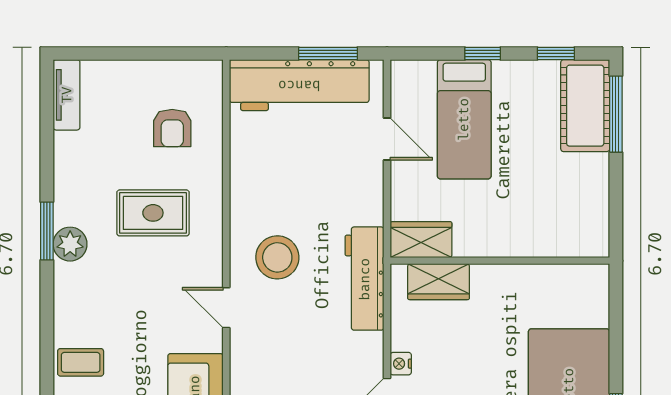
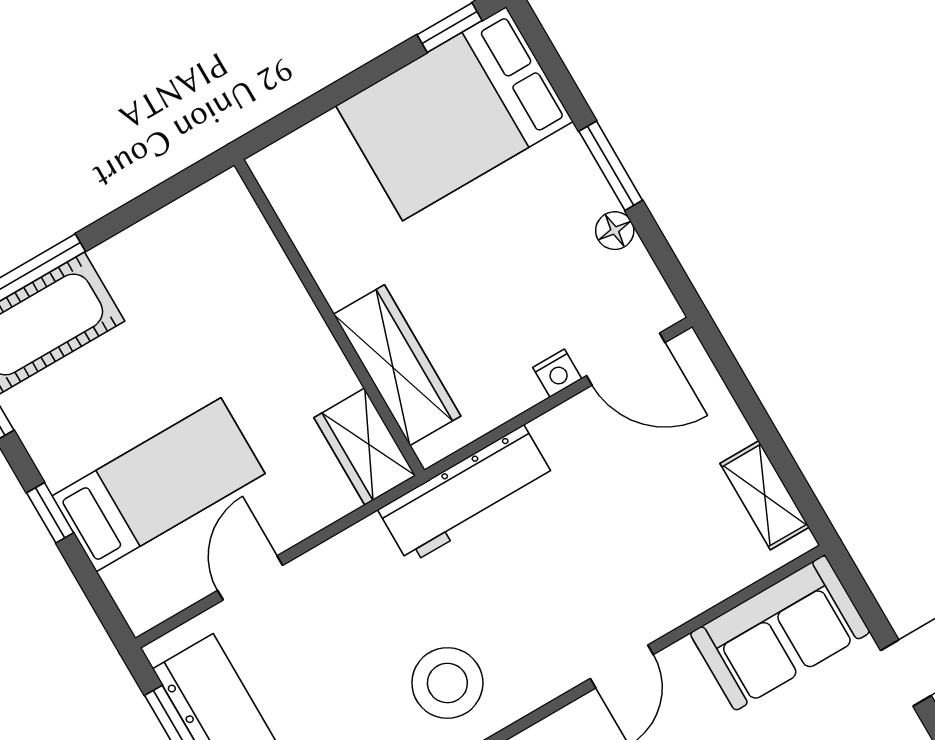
stool: (277, 257) -> (447, 683), moved
wardrobe: (439, 282) -> (397, 365), width x1.50

